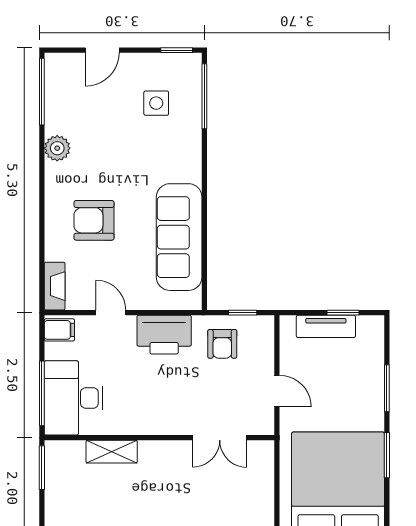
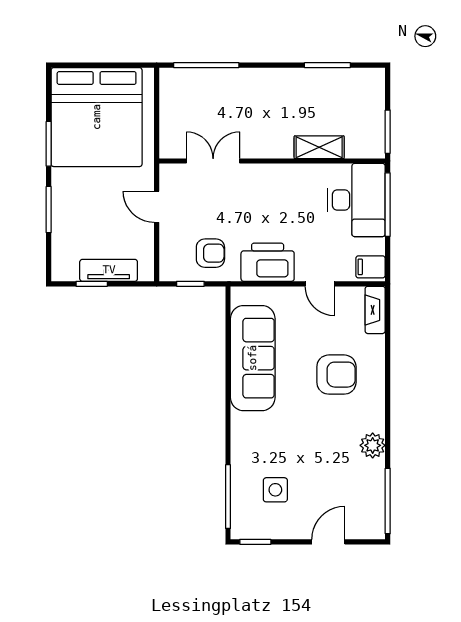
armchair: (222, 344) -> (210, 253), turned 90

